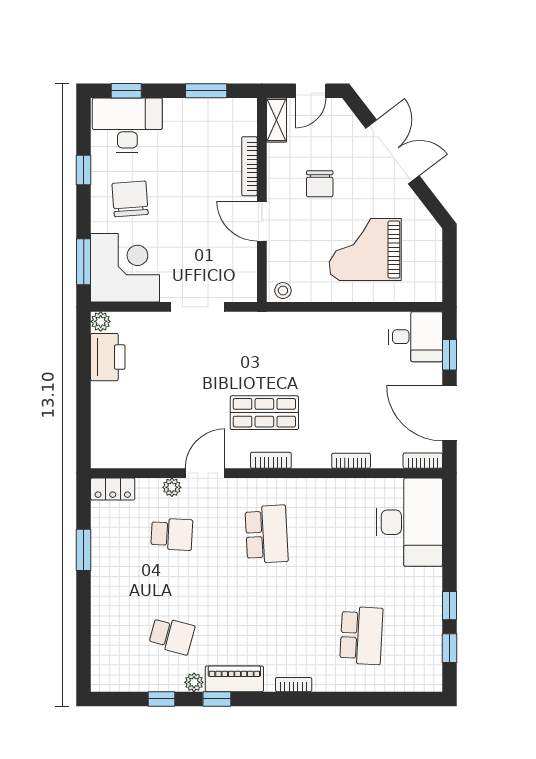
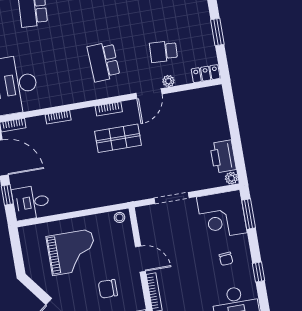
chair: (320, 184) -> (108, 289), turned -90
chair: (130, 199) -> (226, 259), width x0.54, depth x0.54

